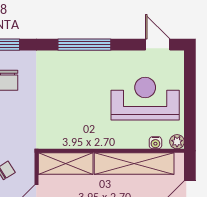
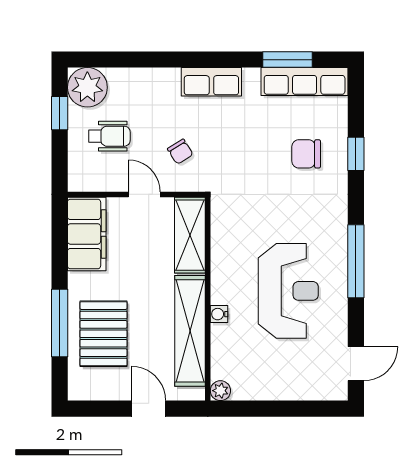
reception desk: (145, 99) -> (288, 291), moved
water cooler: (155, 143) -> (219, 314), moved

